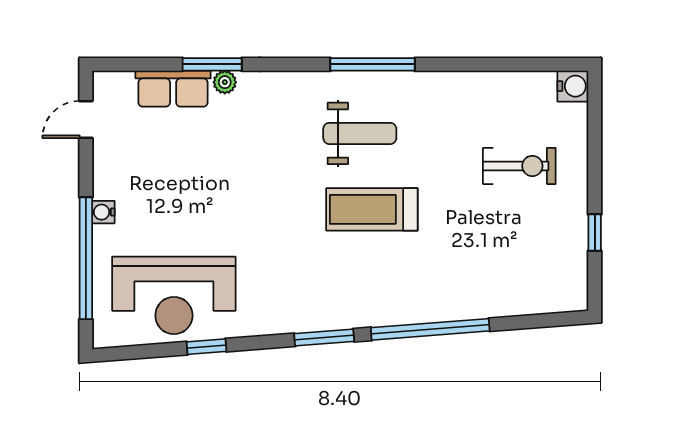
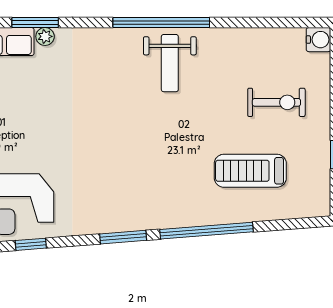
window: (373, 64) -> (161, 23), width x1.46
weight bench: (360, 133) -> (170, 63), moved, turned 90
treadmill: (372, 209) -> (250, 171), moved

